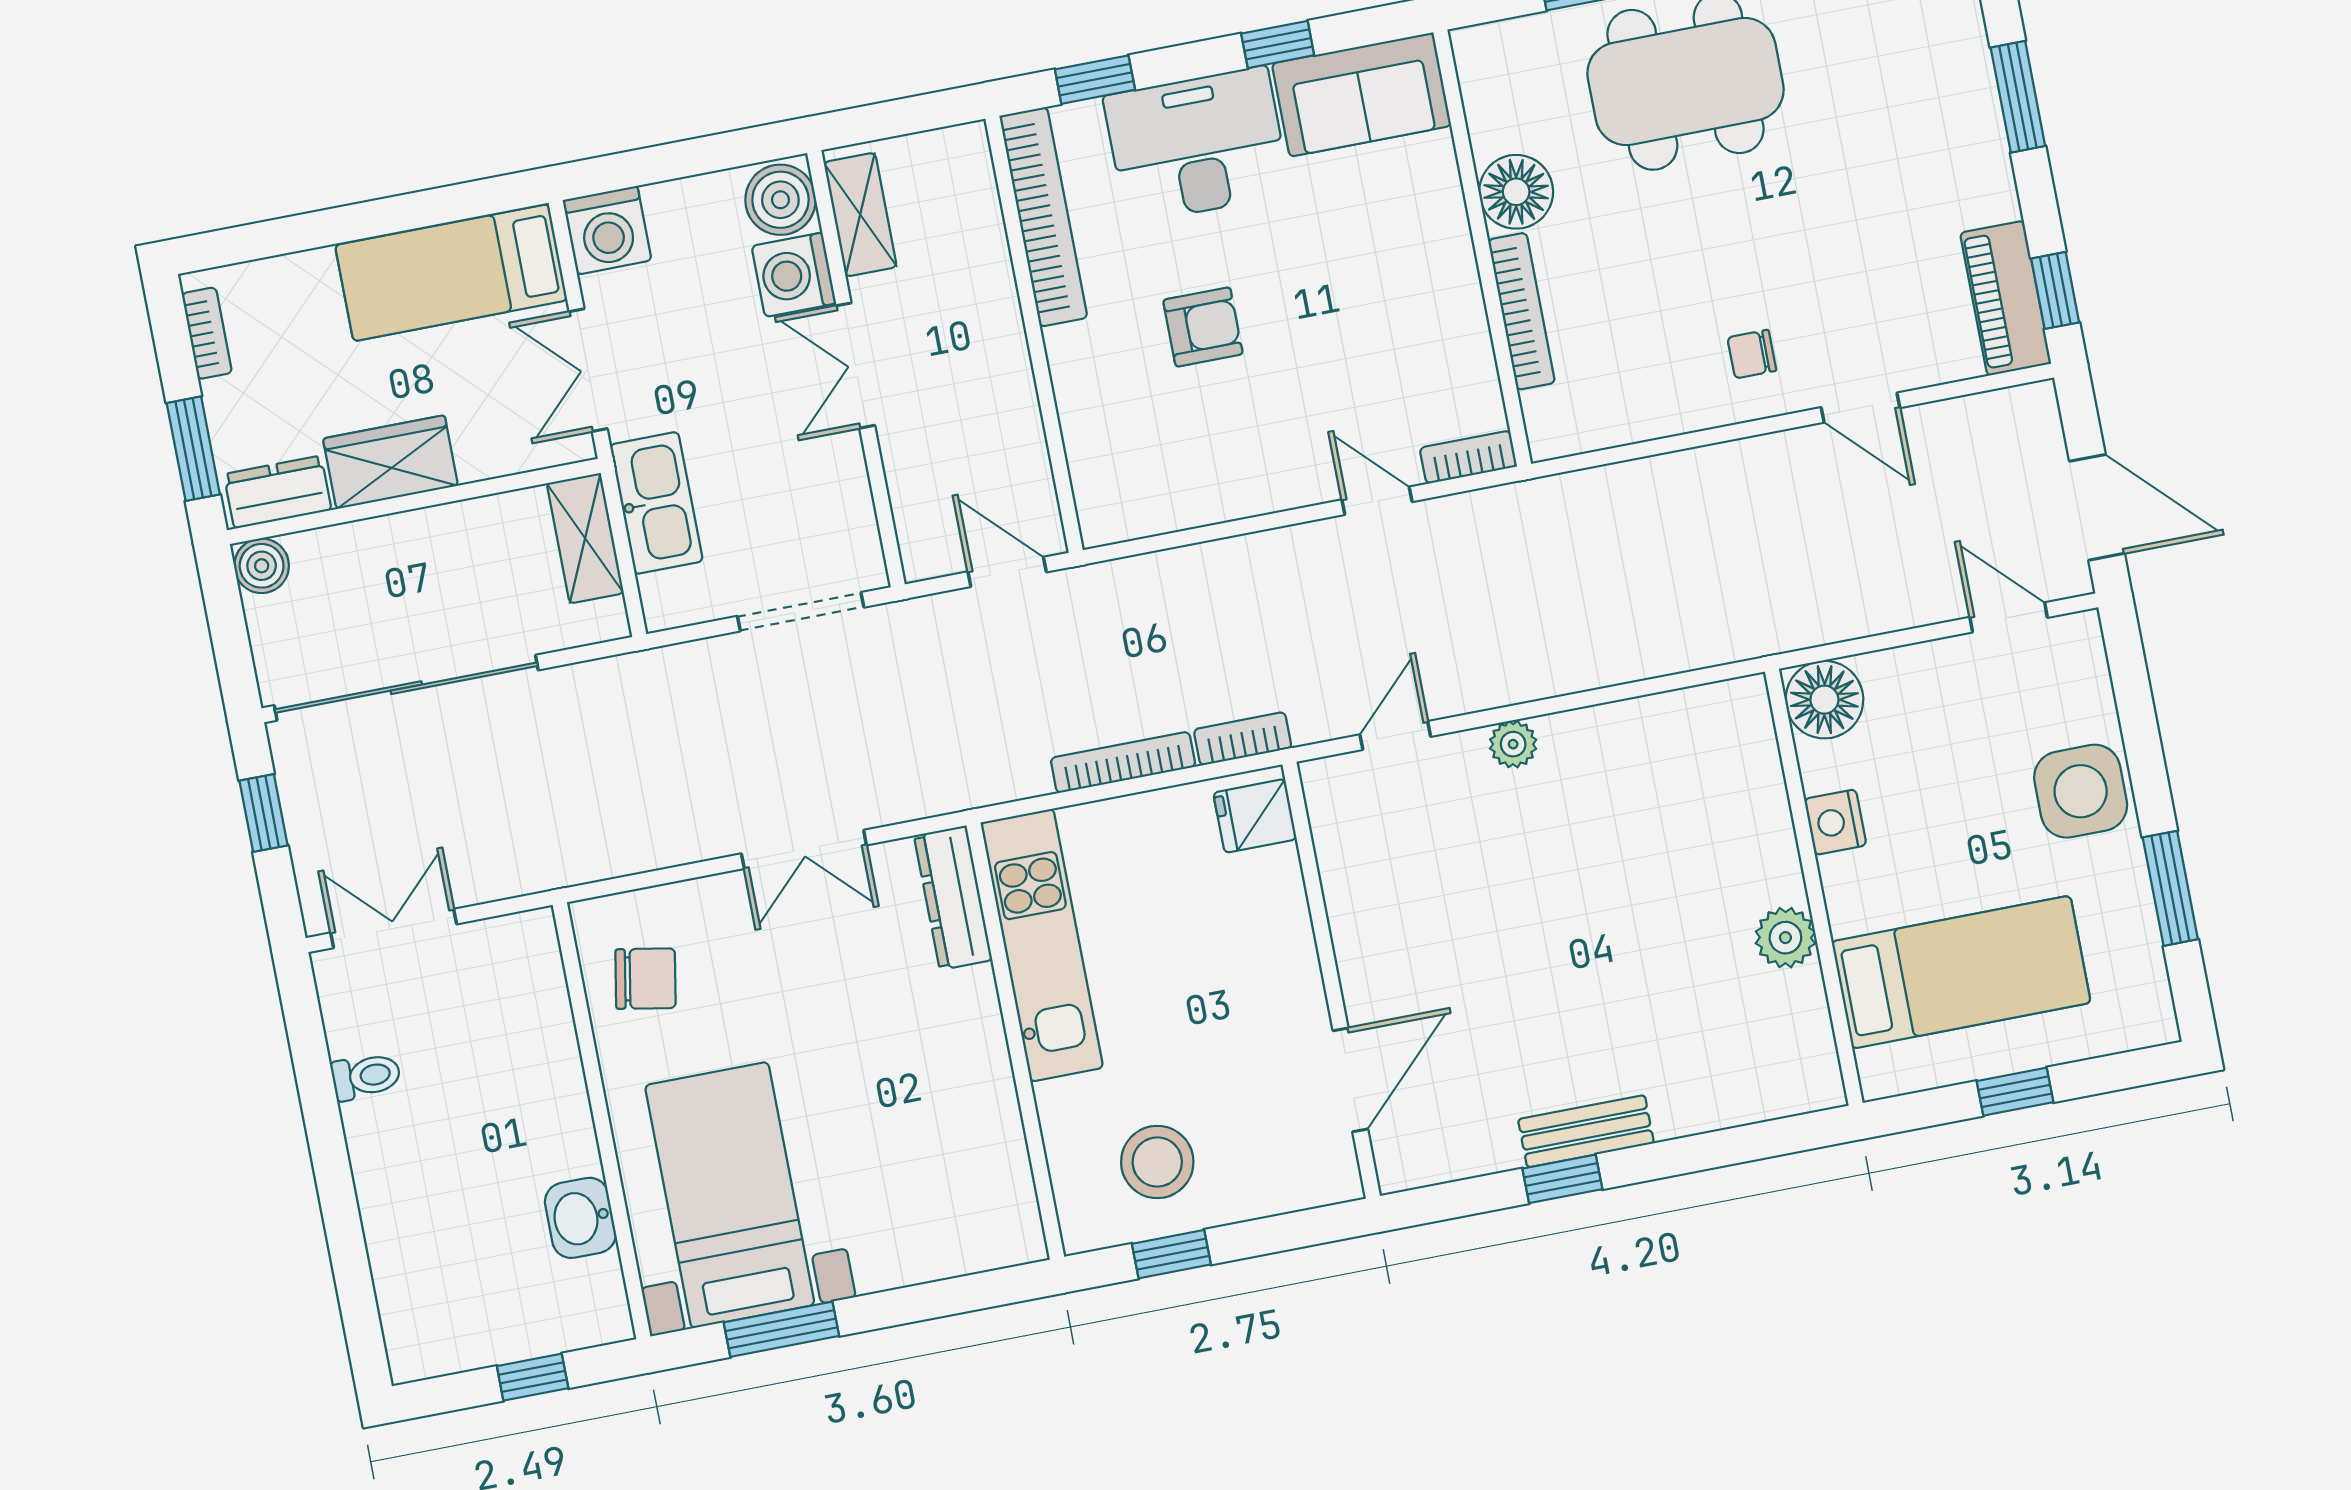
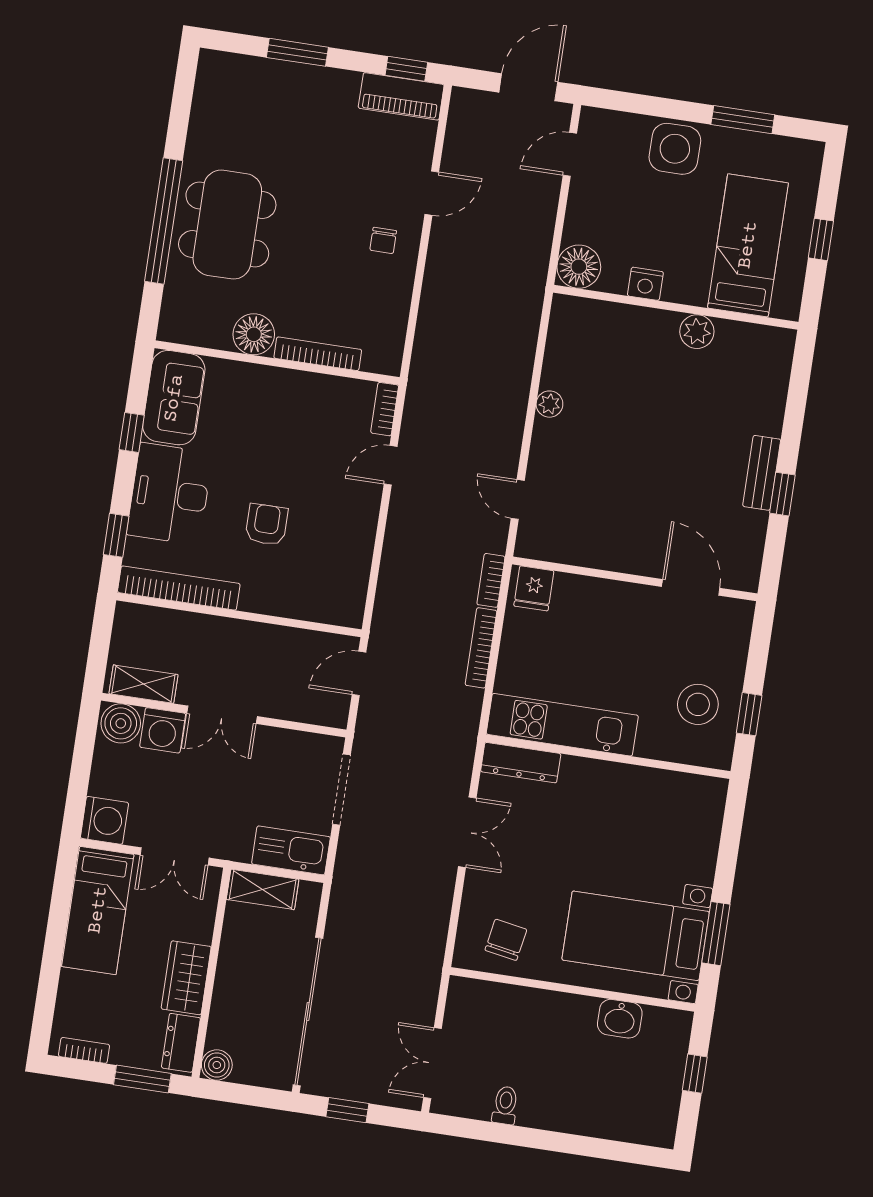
kitchen sink: (656, 503) -> (291, 850), moved
plant: (1513, 744) -> (549, 404), moved

